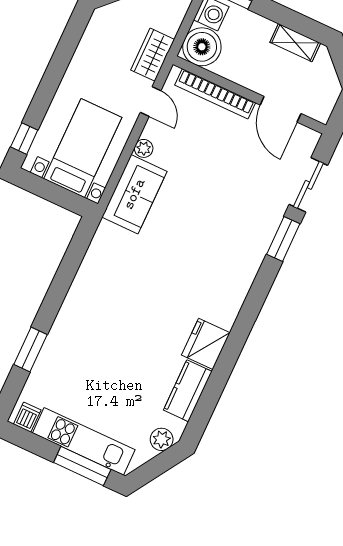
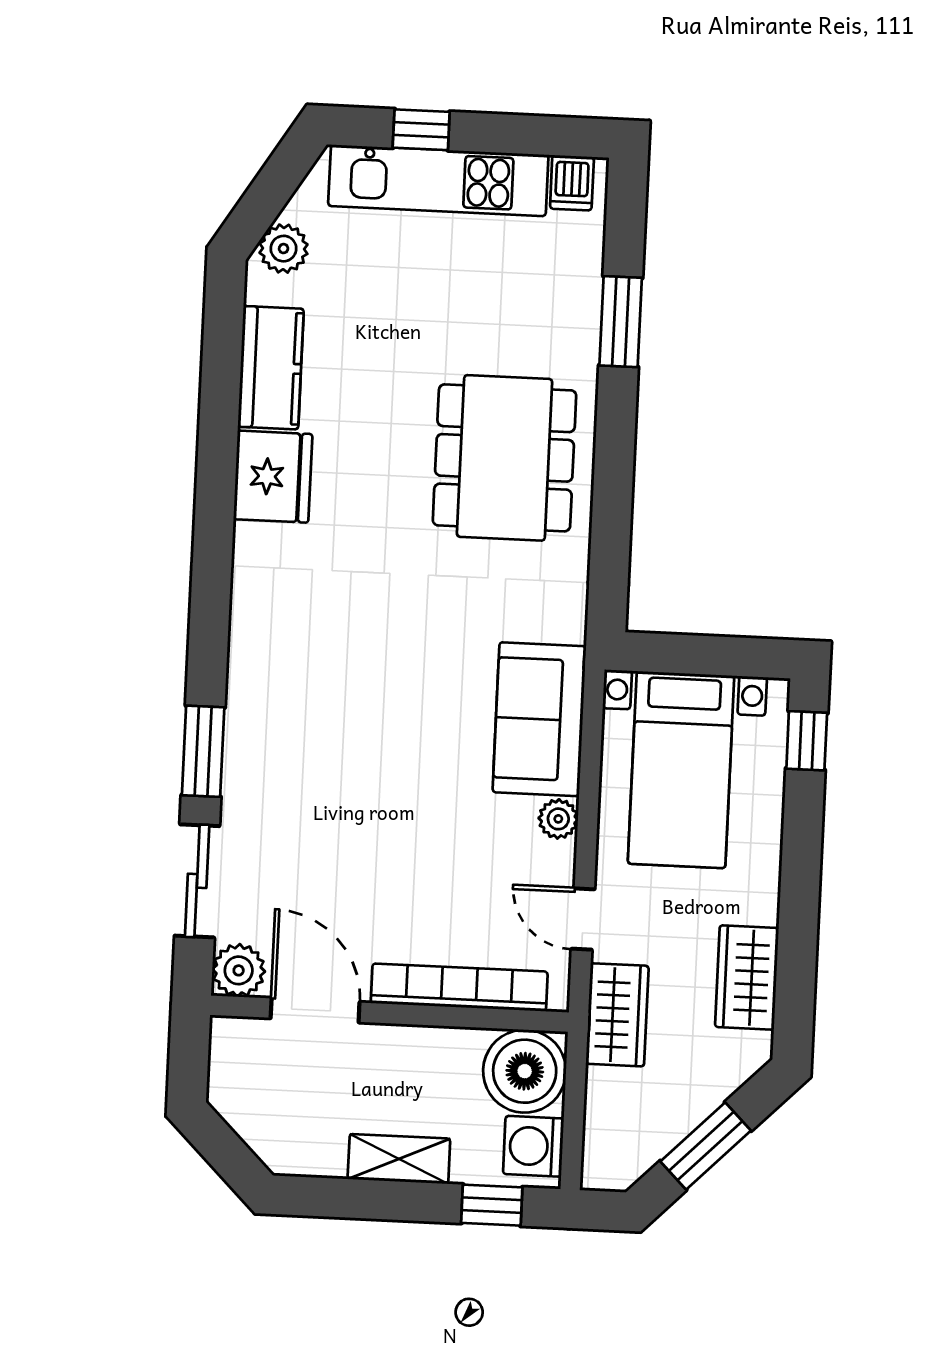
shelving: (295, 43) -> (399, 1159), moved
wardrobe: (91, 48) -> (747, 977), added
plant: (306, 139) -> (239, 970), added
dining table: (104, 312) -> (505, 458), added
window: (82, 466) -> (421, 130), width x0.46

